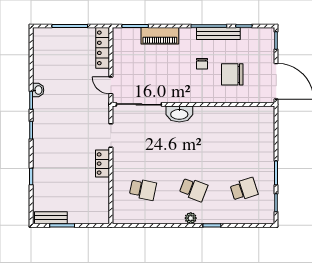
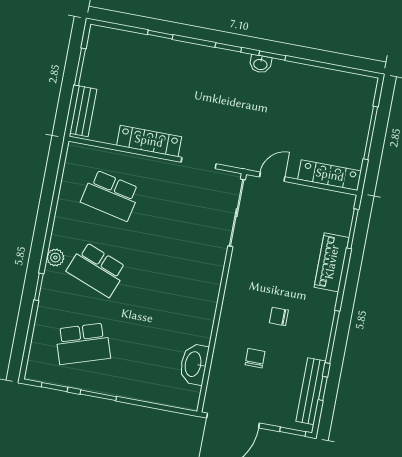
bench: (218, 34) -> (311, 391), moved
chair: (232, 74) -> (255, 358), width x0.54, depth x0.54
washbasin: (38, 90) -> (260, 64), moved
washbasin: (179, 114) -> (194, 364), moved
locker: (103, 164) -> (149, 141), width x1.53
school desk: (143, 189) -> (111, 195), width x1.85
school desk: (193, 189) -> (97, 269), width x1.85
school desk: (244, 189) -> (83, 344), width x1.85
bench: (51, 218) -> (83, 111), moved

